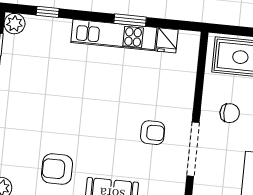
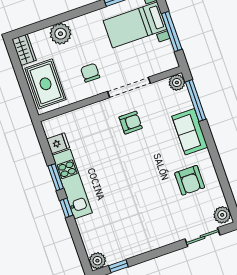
window: (48, 12) -> (66, 208), moved
armchair: (153, 133) -> (131, 123), turned 90

